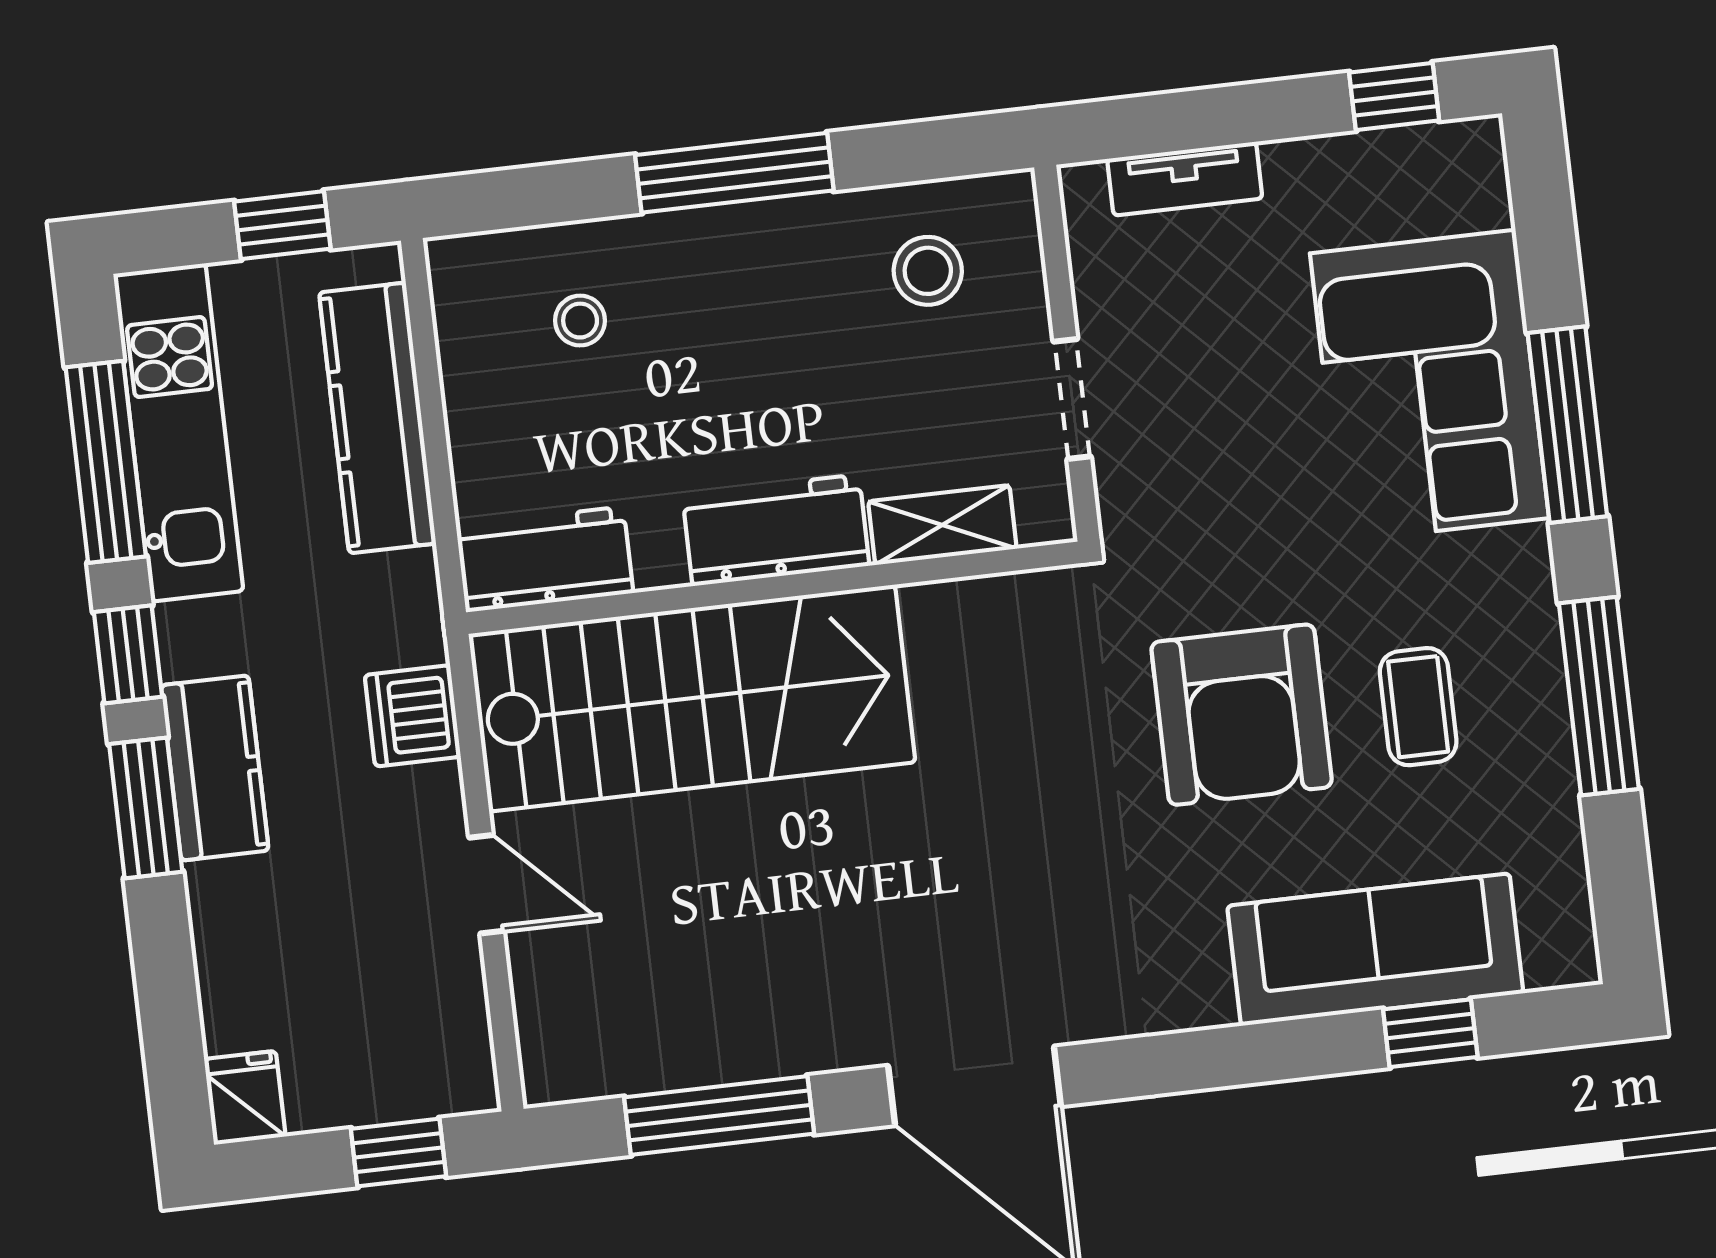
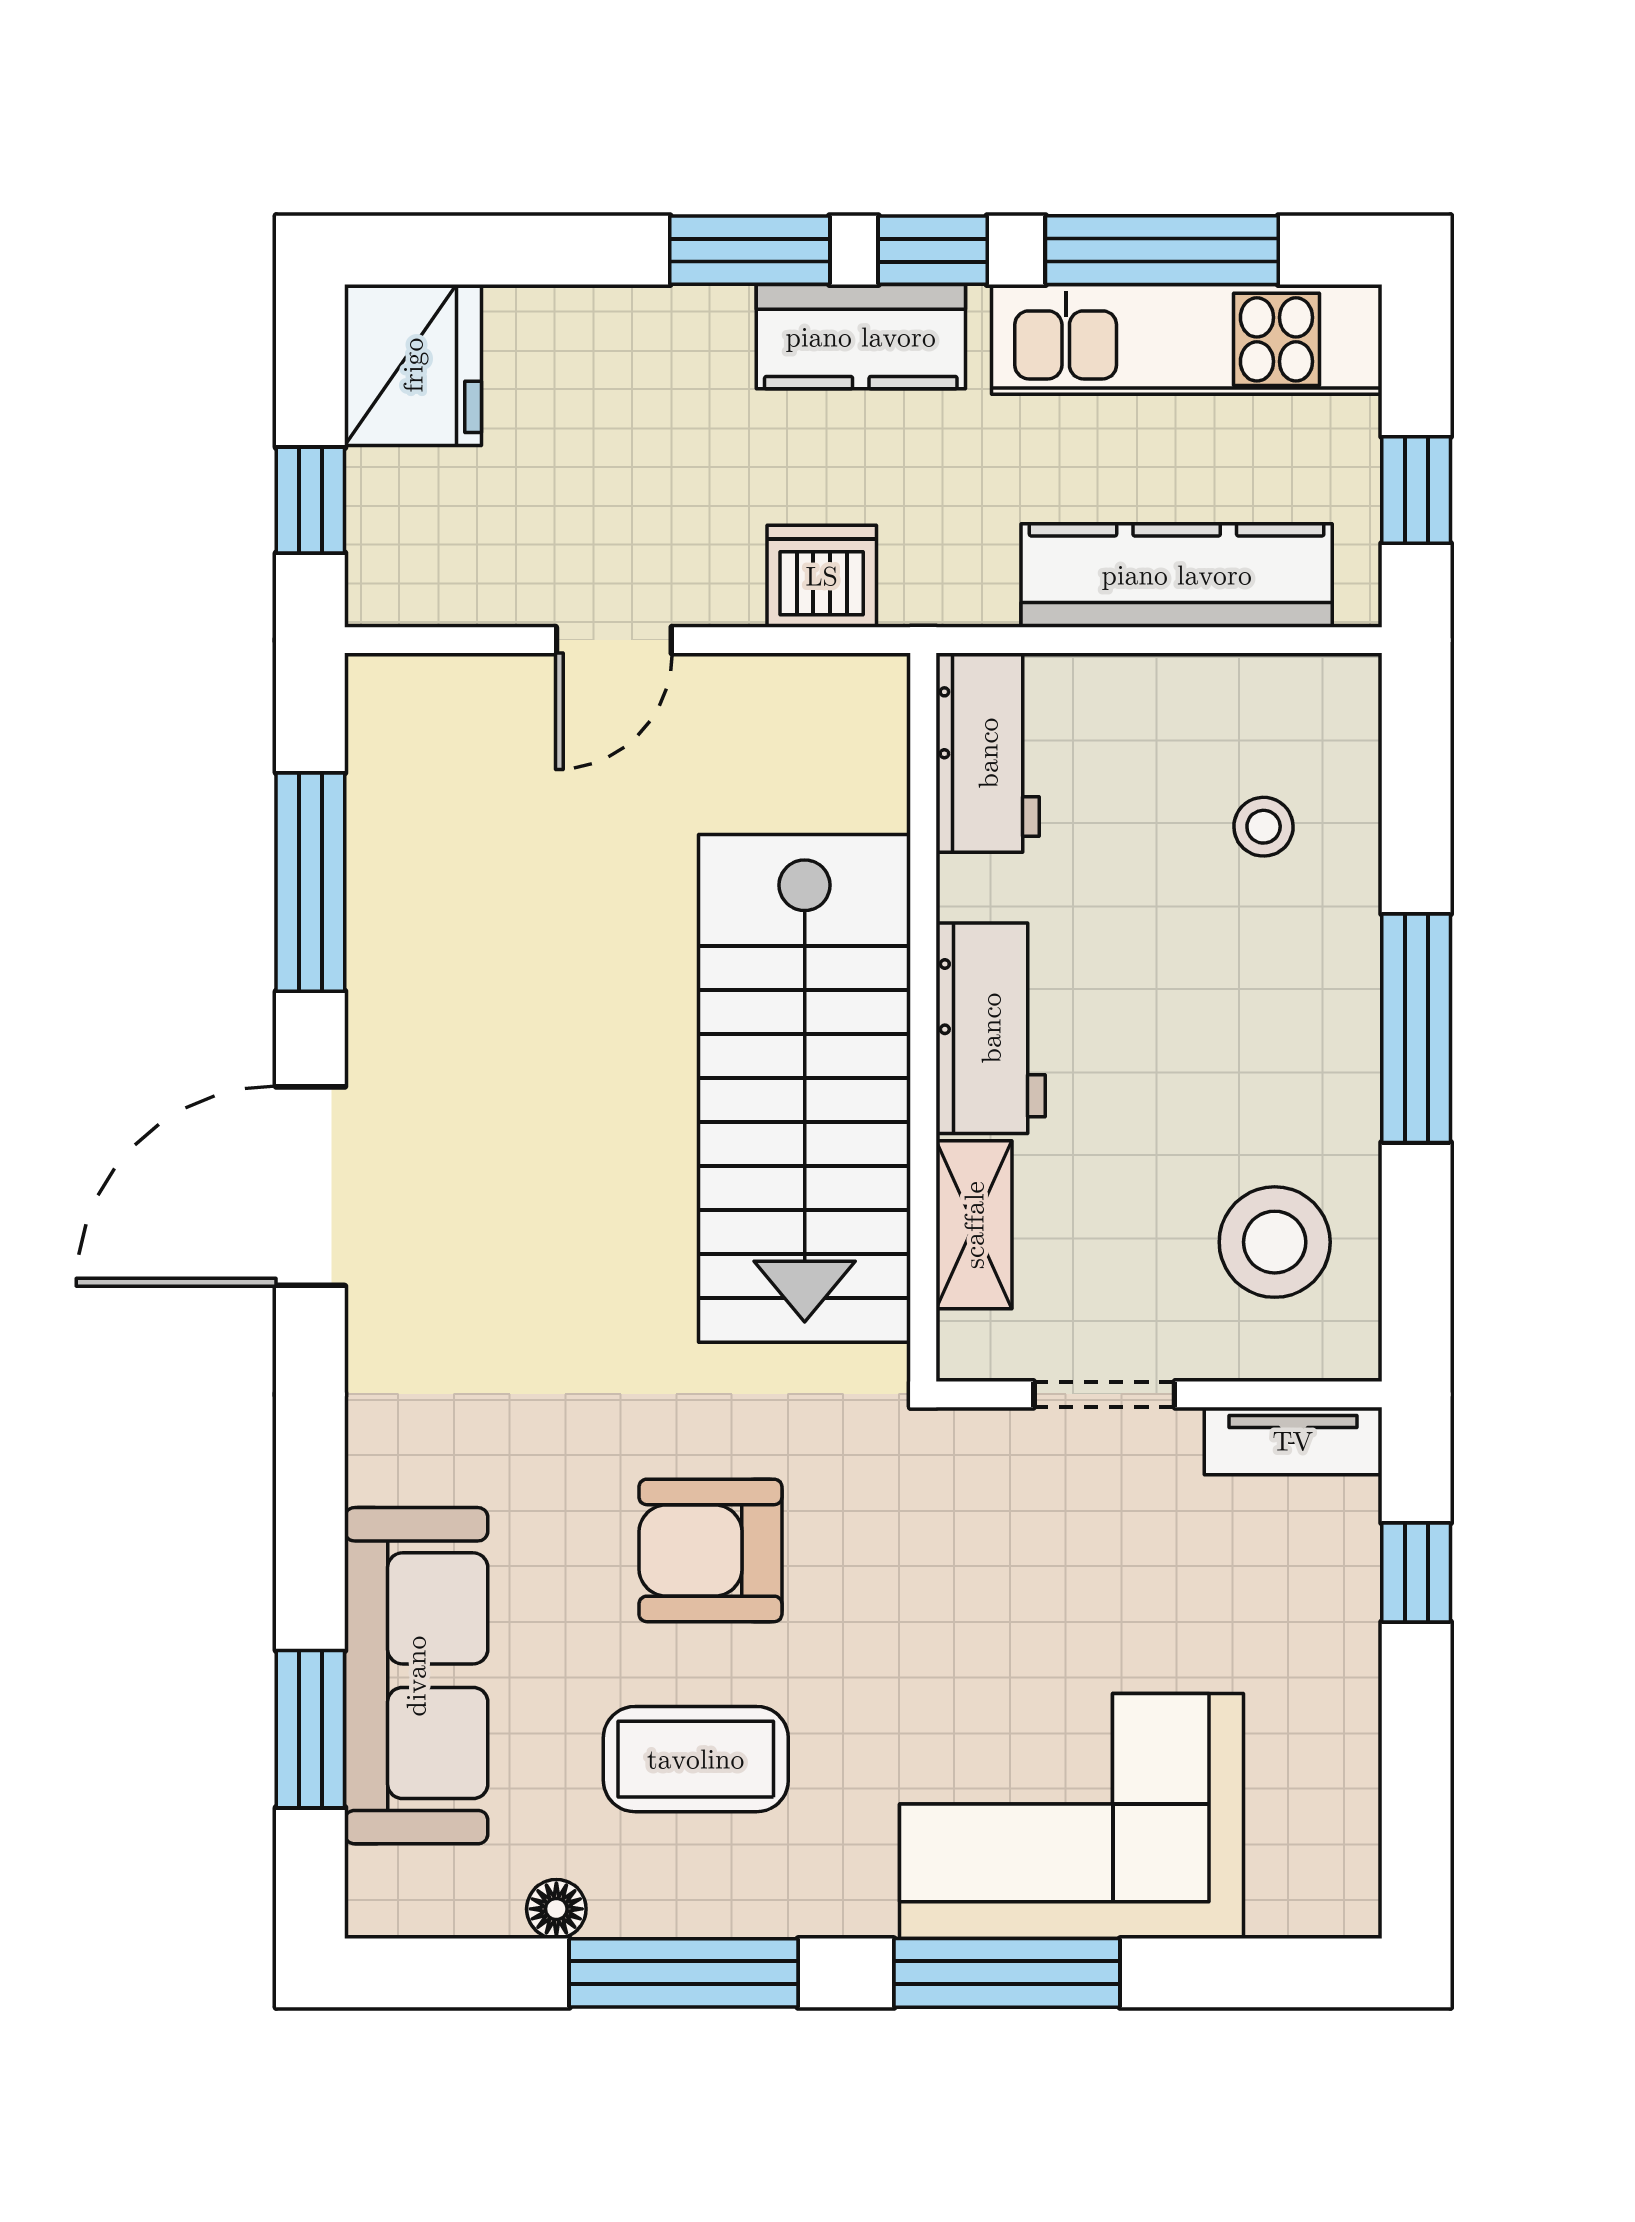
window: (1394, 96) -> (1416, 1572), moved
tv unit: (1185, 179) -> (1293, 1441), moved, turned -90
stool: (928, 271) -> (1275, 1242), width x1.38, depth x1.38
stairs: (692, 698) -> (805, 1088), moved
coffee table: (1418, 707) -> (696, 1759), width x1.36, depth x1.30
armchair: (1242, 715) -> (710, 1550), width x0.73, depth x0.73
kitchen counter: (215, 768) -> (861, 337), moved
floor lamp: (1558, 809) -> (556, 1909), added
window: (1430, 1033) -> (310, 1729), width x1.50
fridge: (245, 1098) -> (413, 365), width x1.88, depth x1.34

